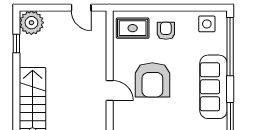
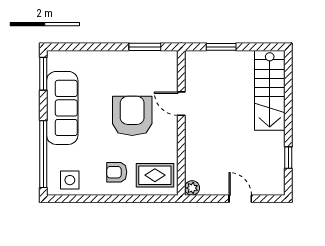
door: (81, 8) -> (240, 199), moved
plant: (31, 23) -> (192, 188), moved, width x0.53, depth x0.53
armchair: (166, 31) -> (117, 172), turned 90

